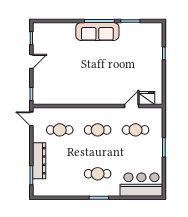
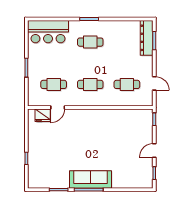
door: (31, 119) -> (154, 83), moved
dresser: (39, 161) -> (147, 38), moved

